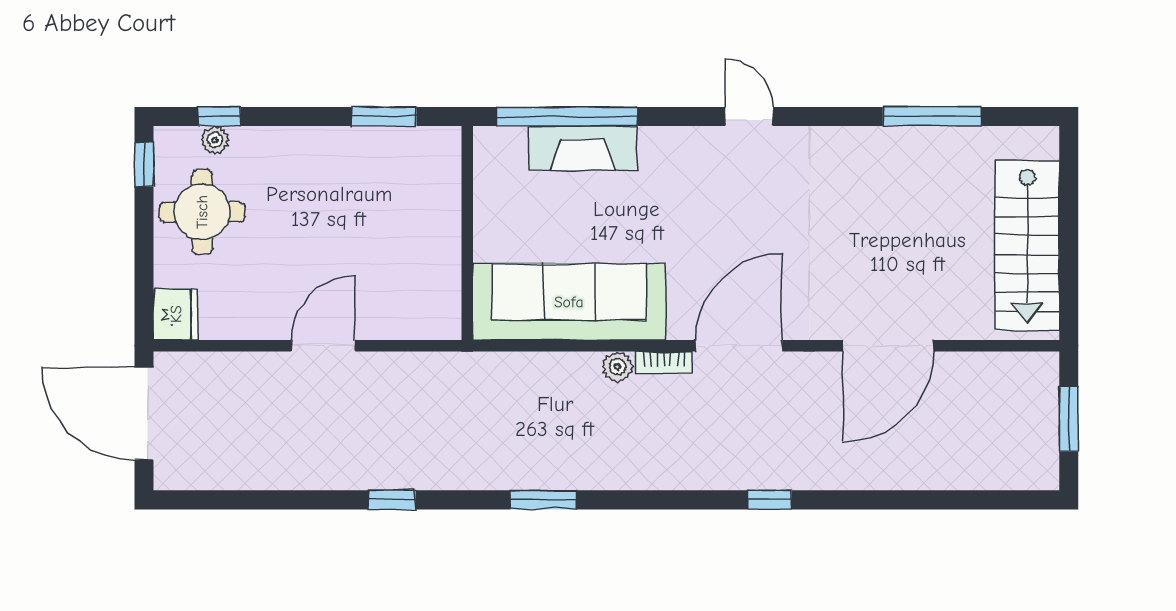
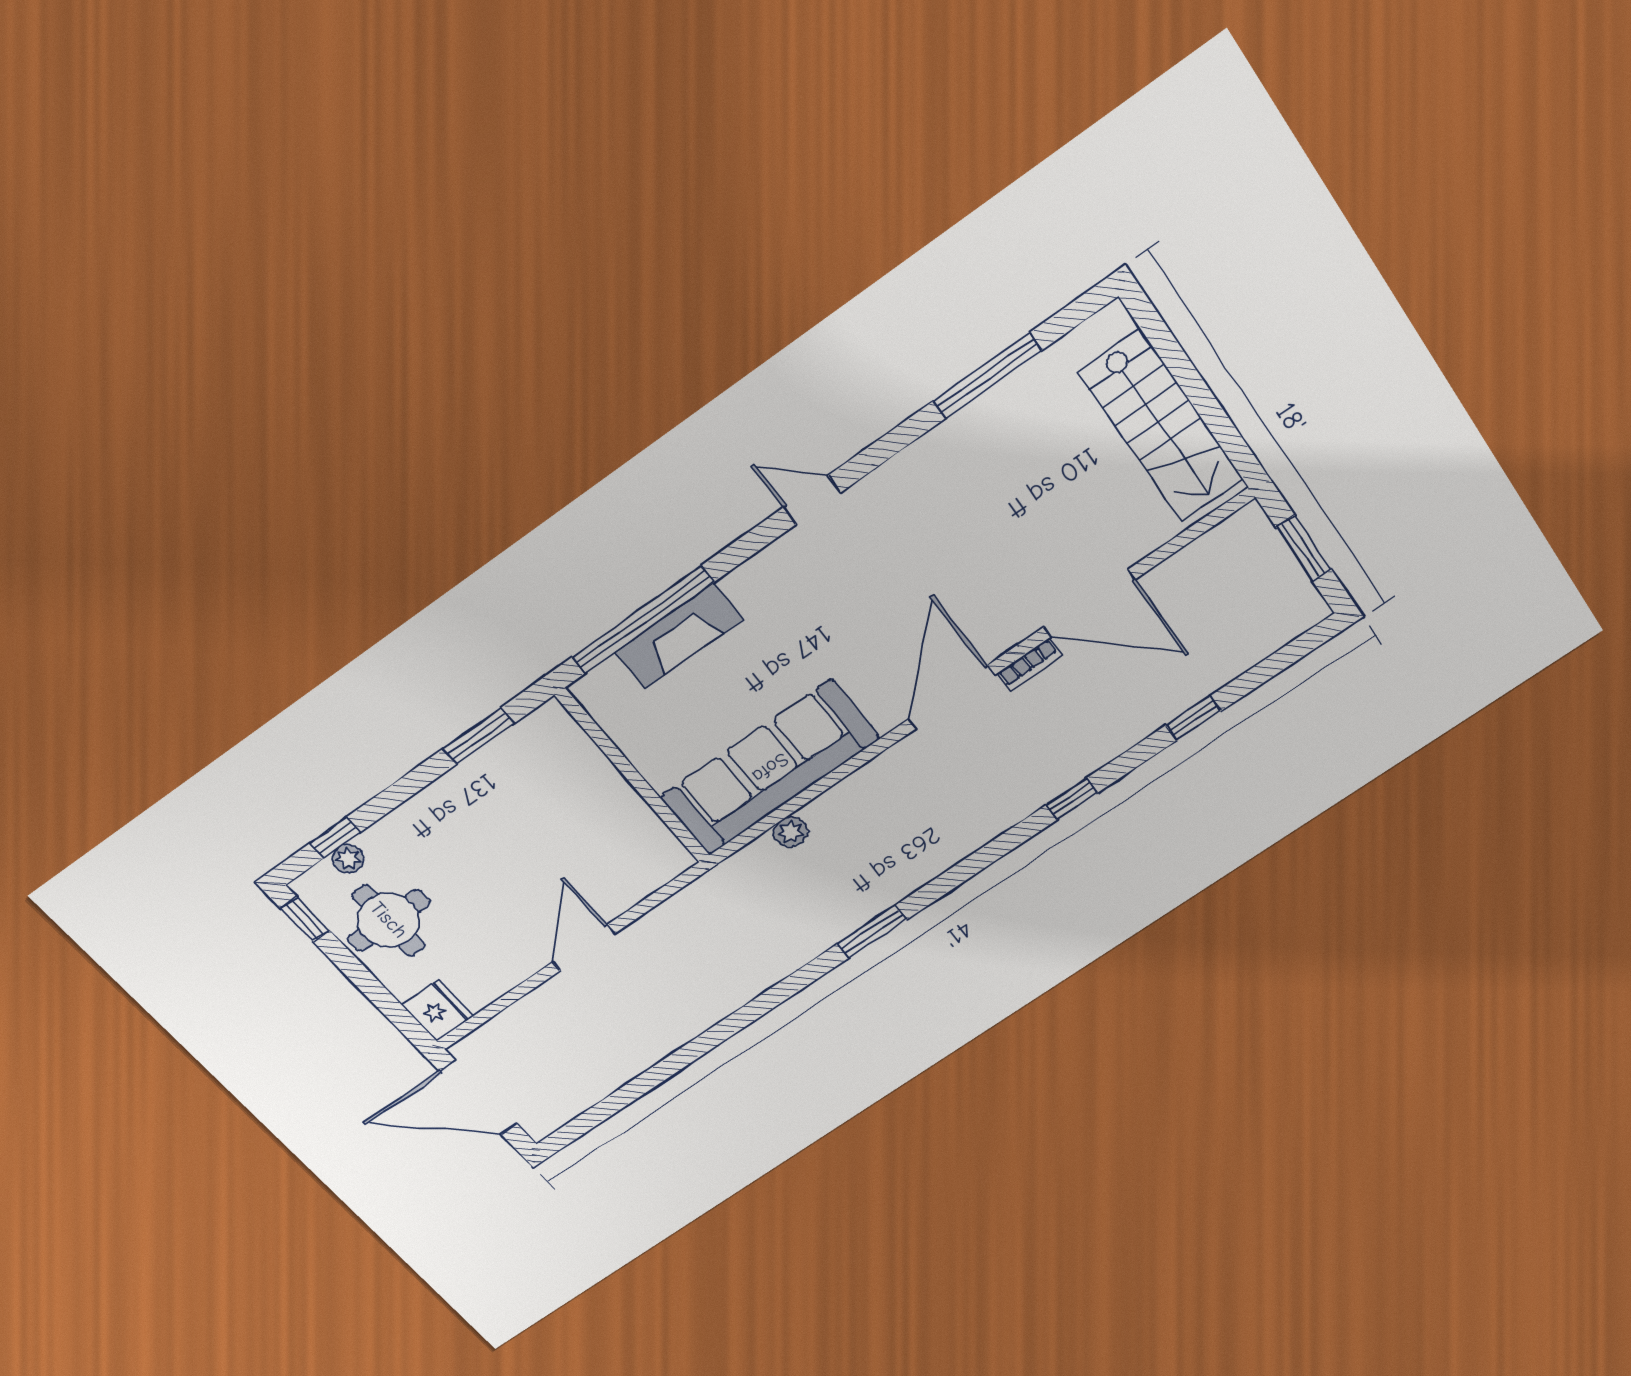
door: (888, 346) -> (1089, 603), hinge flipped
bookcase: (664, 363) -> (1029, 665), moved
plant: (617, 367) -> (790, 832), moved
window: (392, 500) -> (1193, 718), moved

